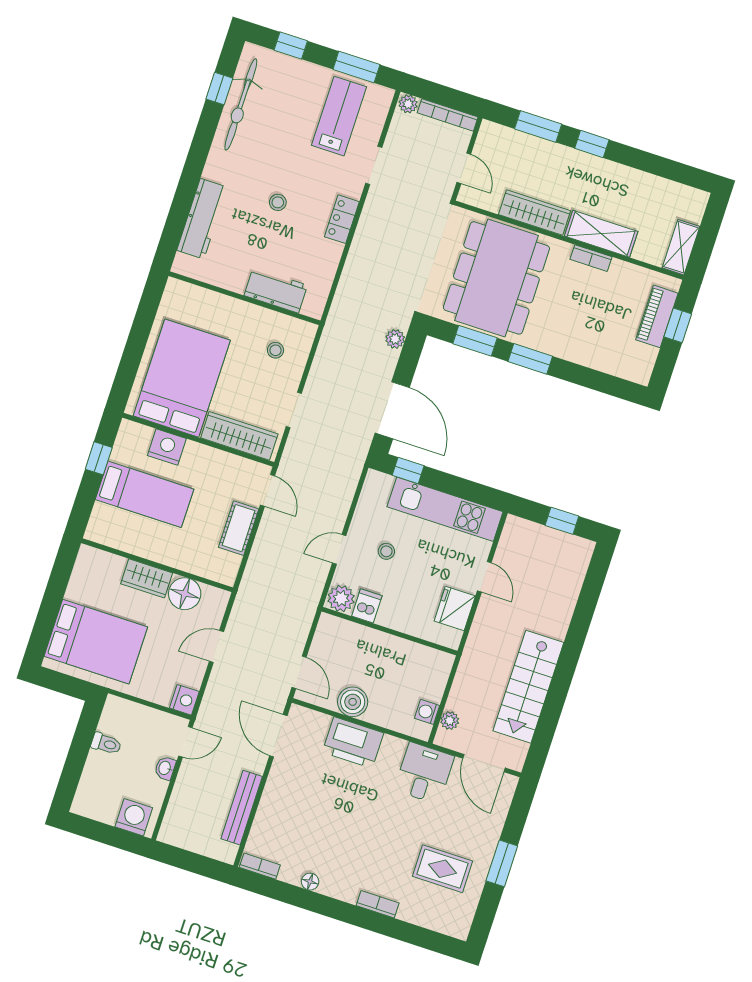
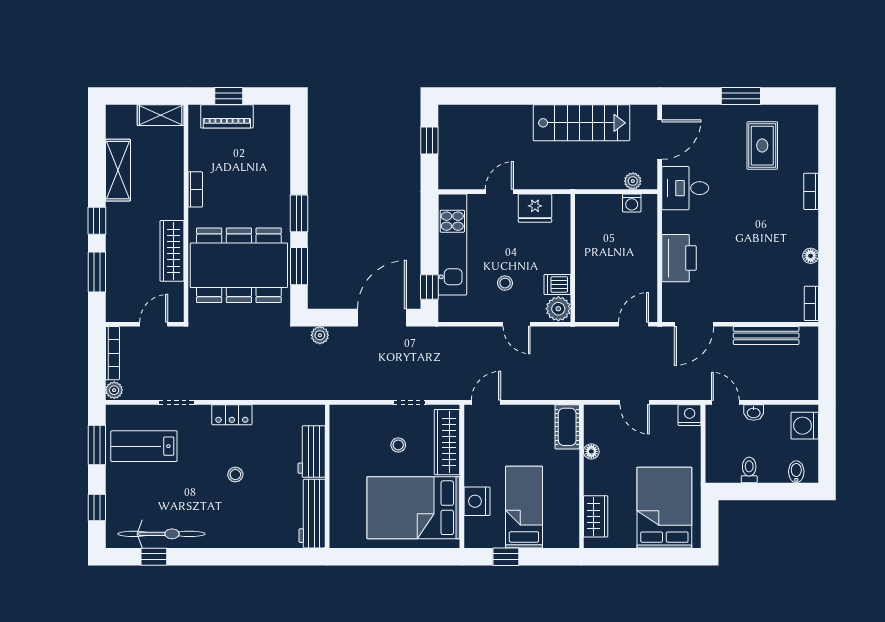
workbench: (202, 219) -> (312, 514), moved, turned -90
shelving: (601, 234) -> (118, 170), moved
stool: (276, 350) -> (398, 445), moved
cot: (239, 528) -> (567, 427), moved, turned 90
wardrobe: (147, 578) -> (596, 516), moved
floor lamp: (185, 594) -> (591, 451), width x0.53, depth x0.53
boiler: (353, 702) -> (644, 270), removed
bidet: (88, 793) -> (796, 472), added

